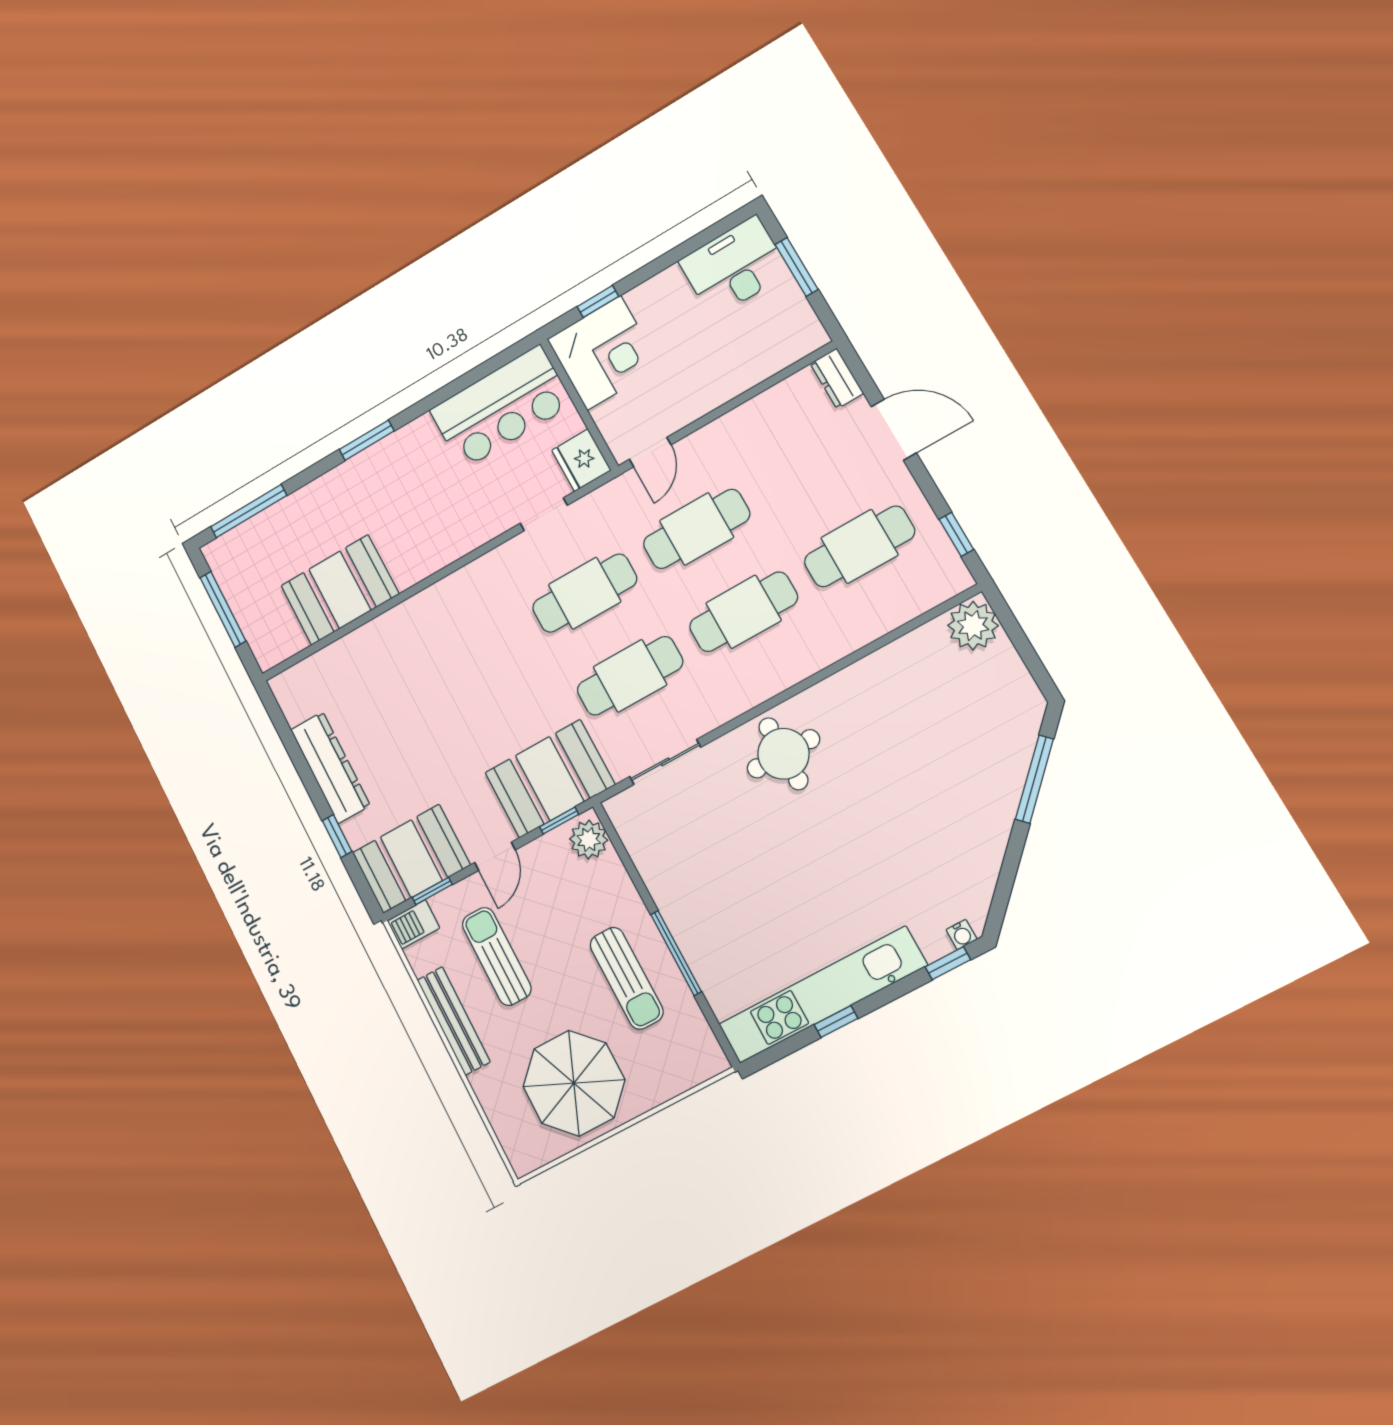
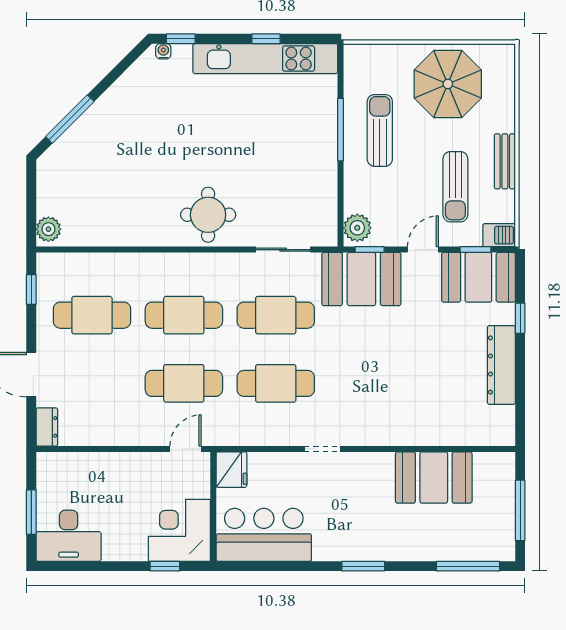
doorway: (544, 514) -> (322, 449), moved
plant: (973, 626) -> (48, 229), width x0.73, depth x0.73
bench: (454, 1021) -> (505, 161), width x0.73

